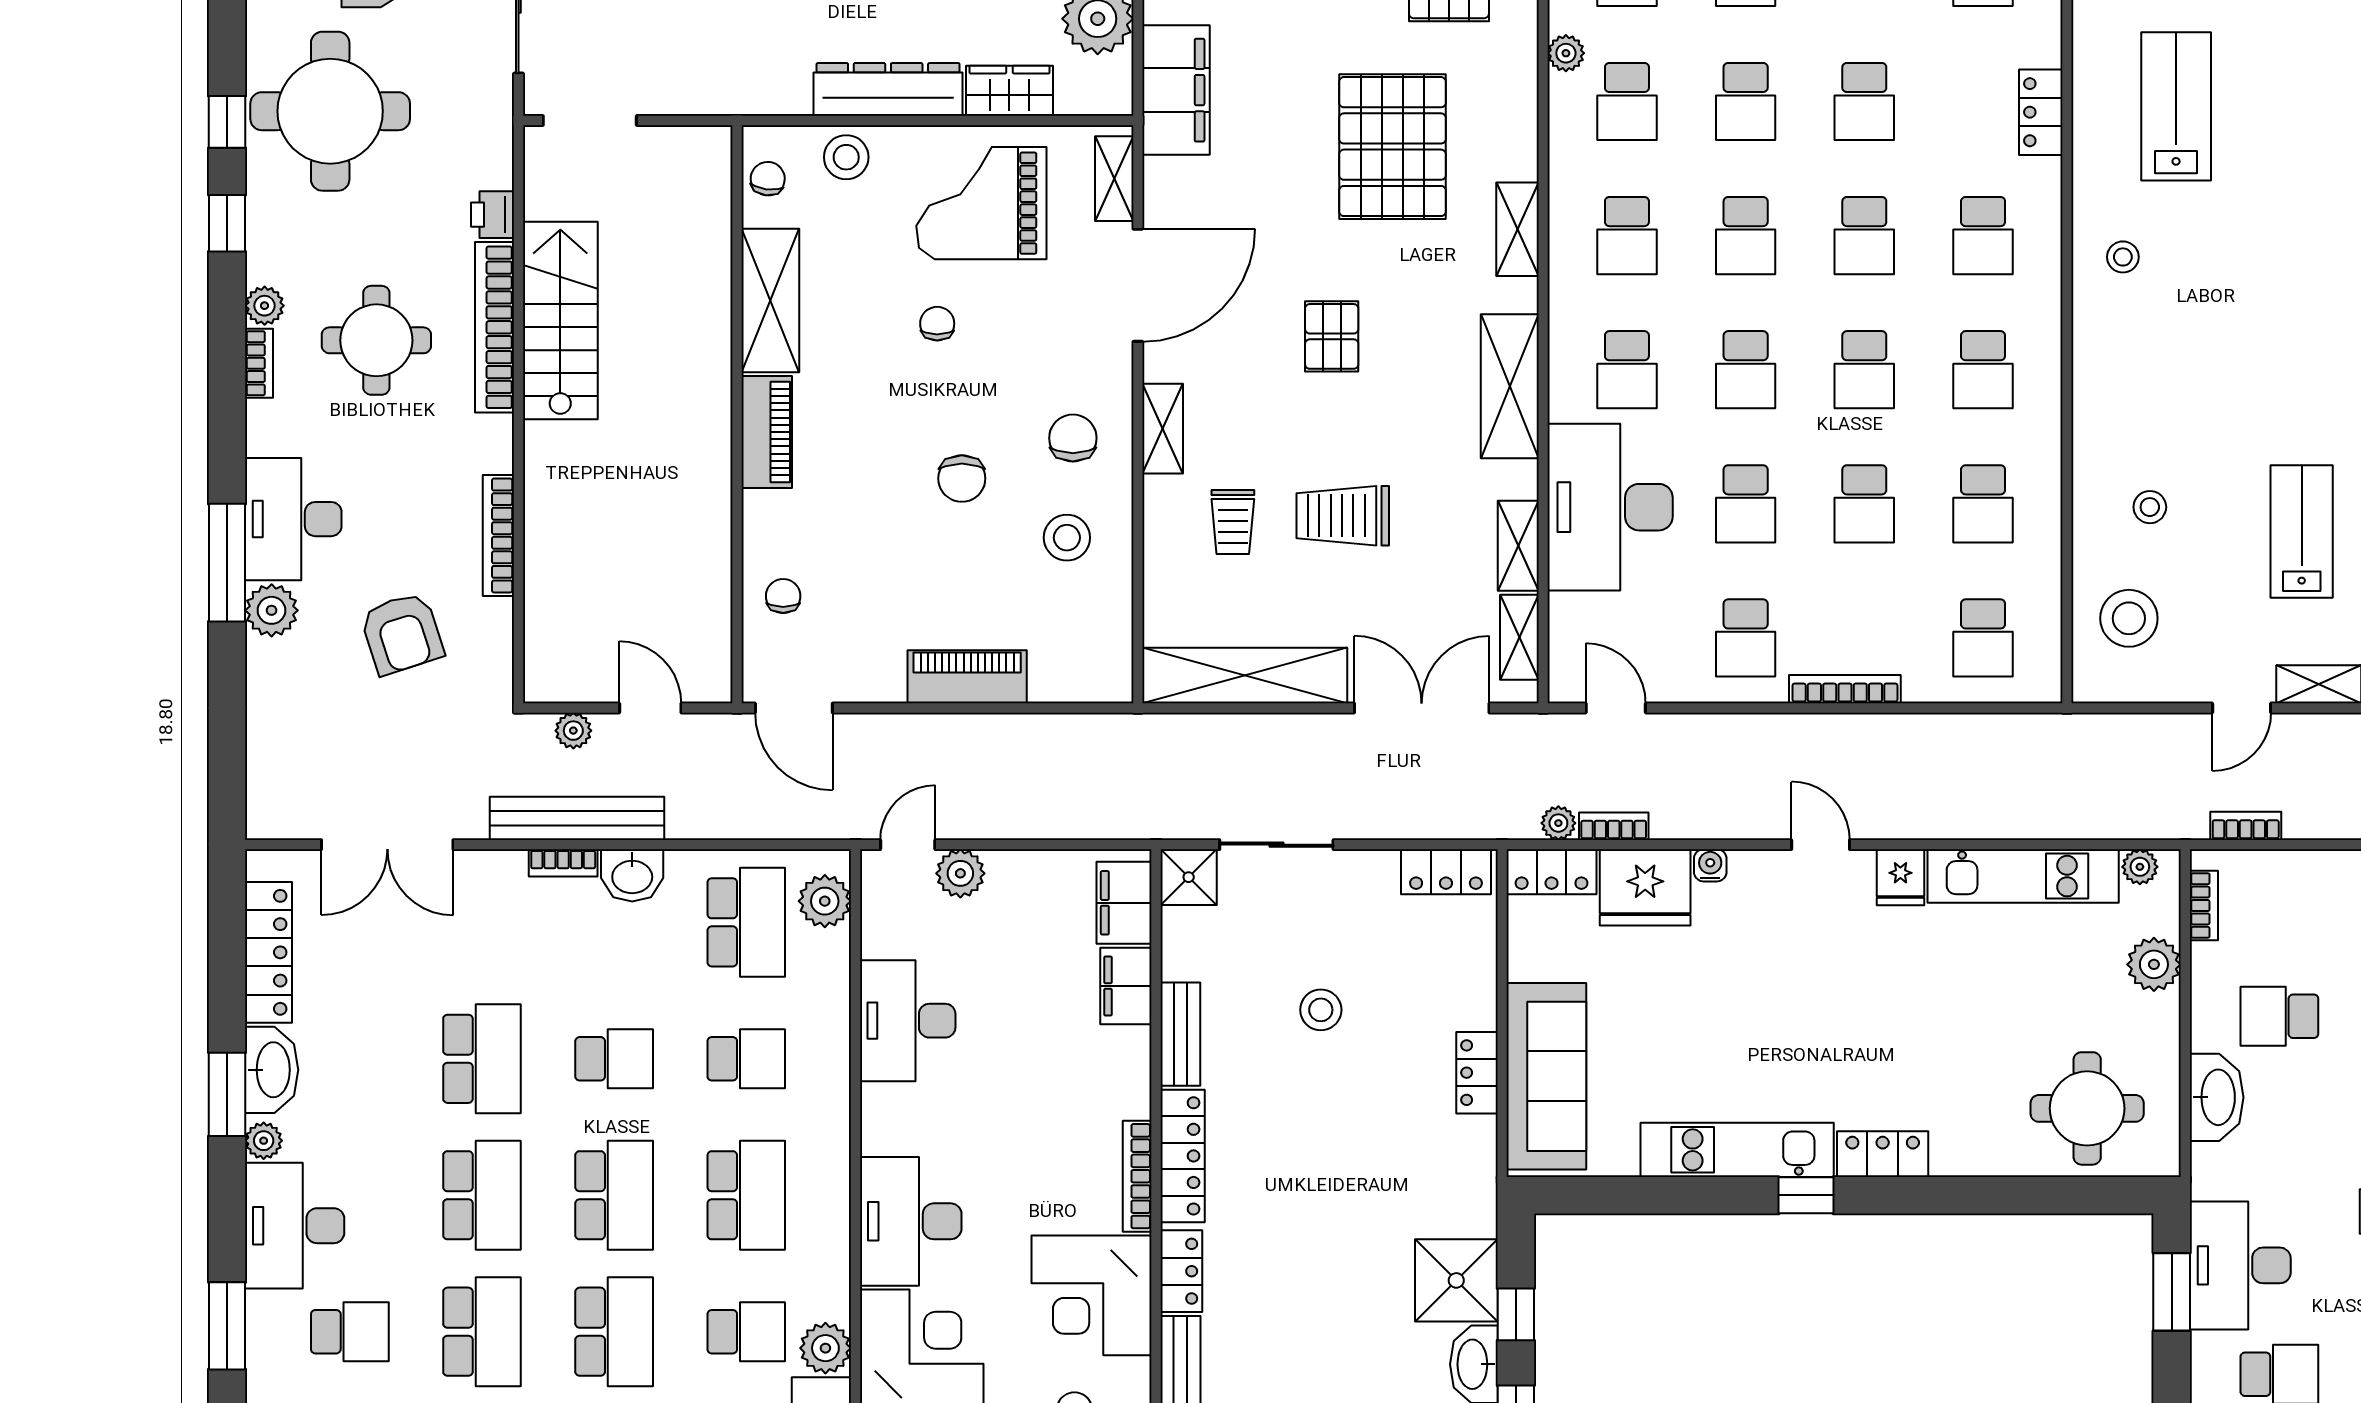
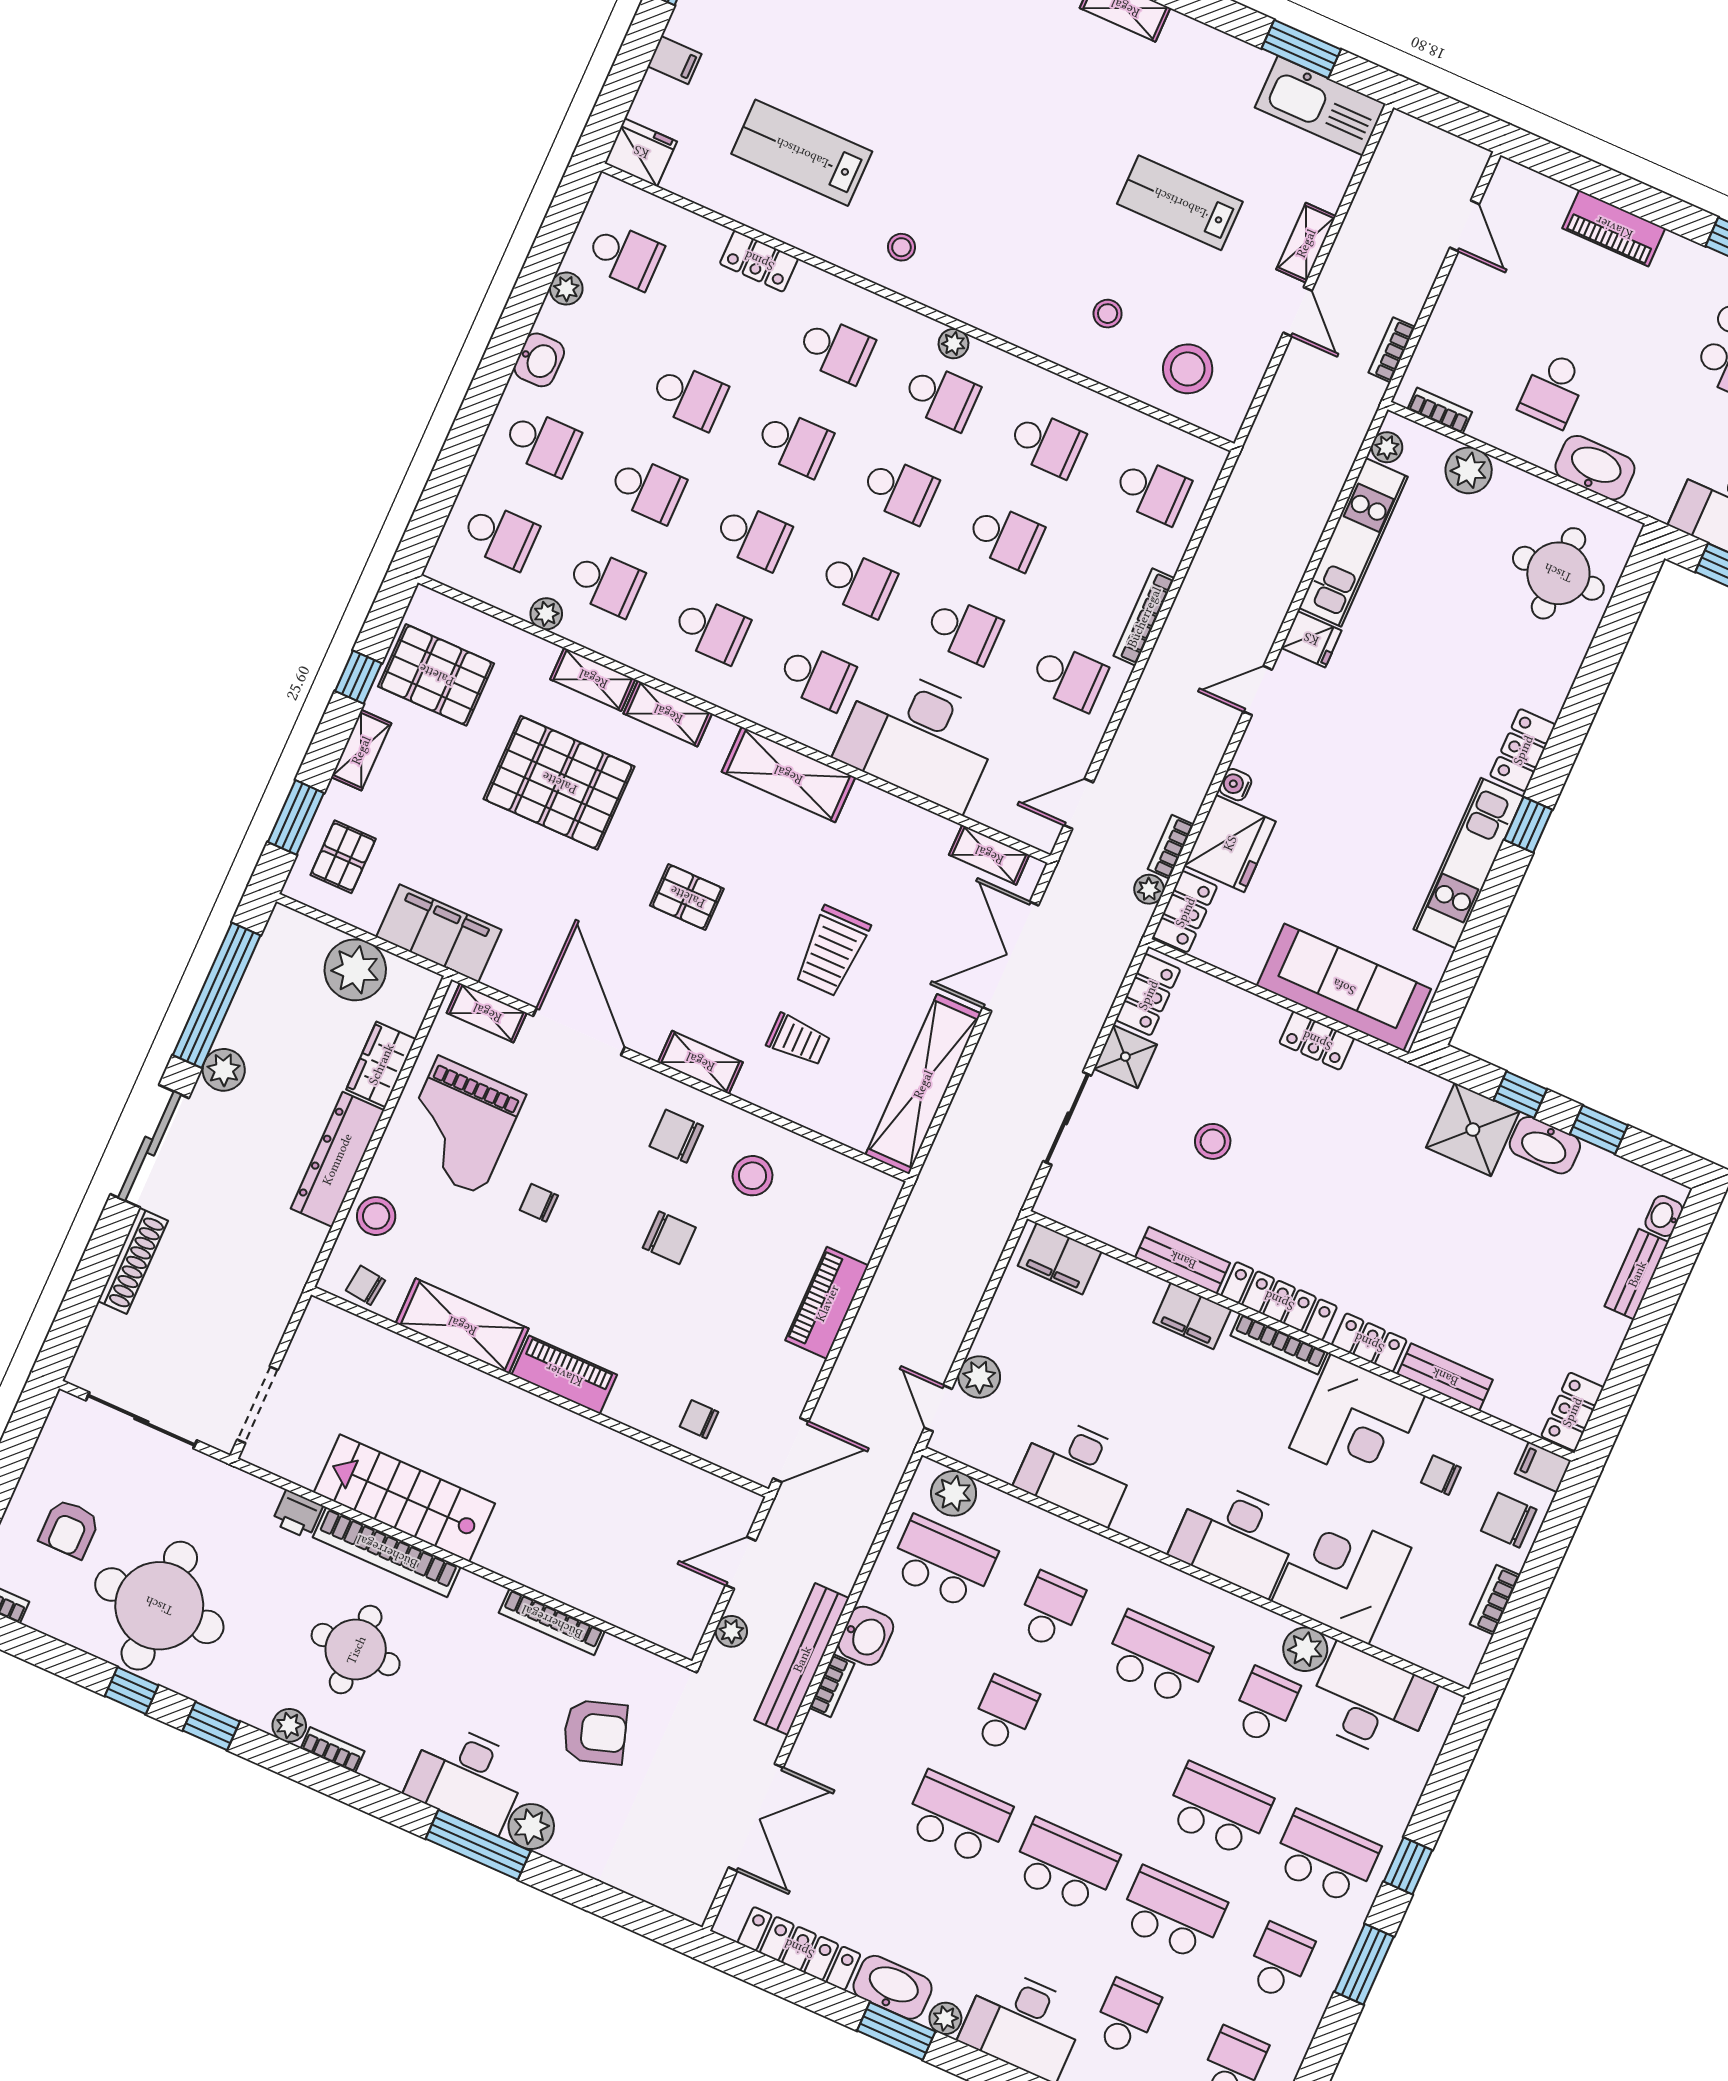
plant: (2045, 358) -> (953, 344), added
shelving: (1518, 546) -> (593, 679), moved
shower: (1189, 877) -> (1125, 1057), moved
filing cabinet: (1126, 986) -> (1192, 1316), moved
school desk: (614, 1195) -> (1111, 1762), removed

